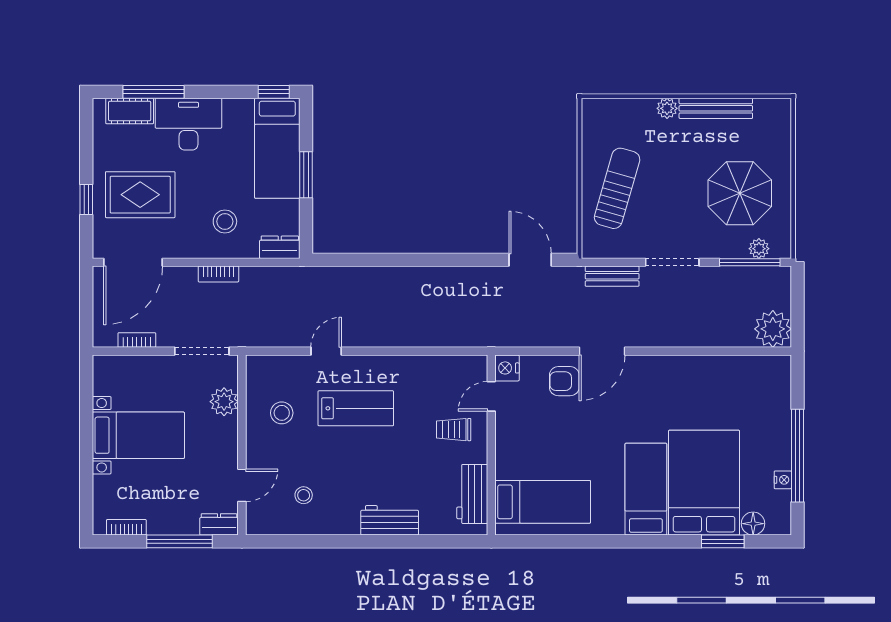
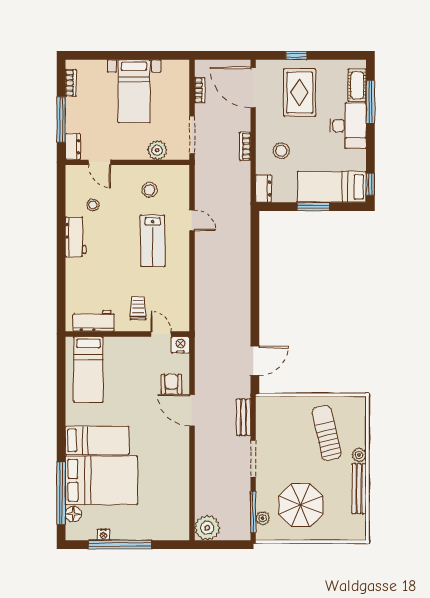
sun lounger: (617, 188) -> (327, 433), moved, turned -119
workbench: (390, 520) -> (76, 237), moved
window: (723, 541) -> (61, 493), width x2.11

